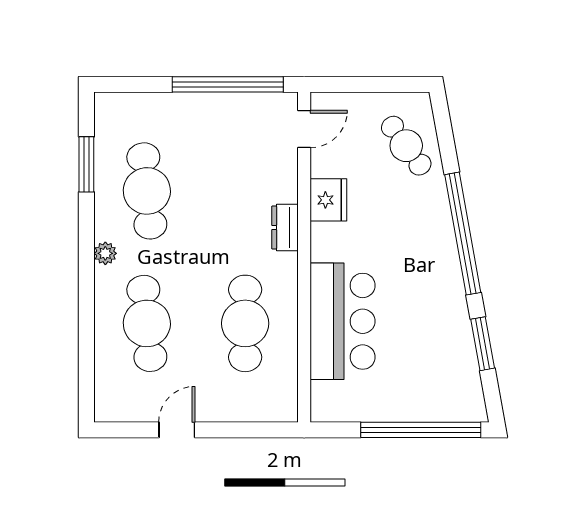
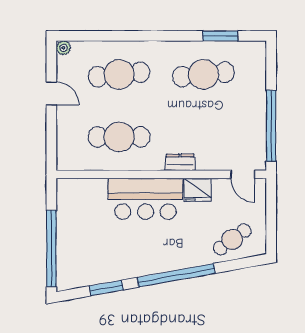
plant: (105, 253) -> (63, 48), moved
bar counter: (343, 321) -> (145, 199), moved

